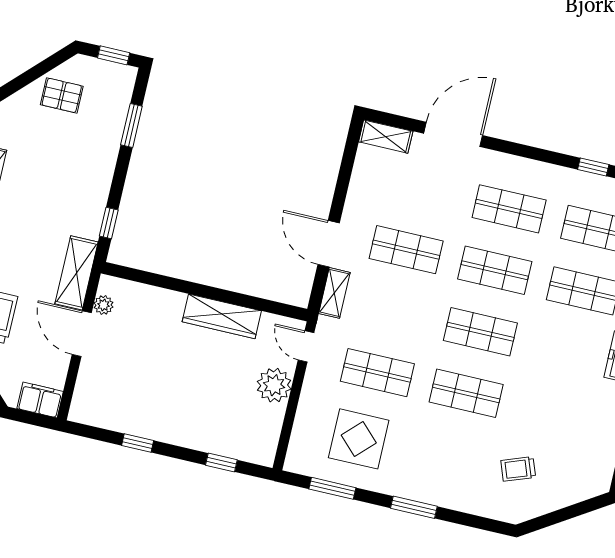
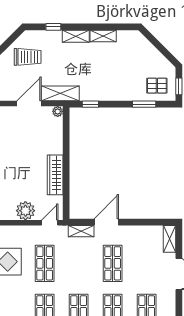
pallet: (62, 95) -> (157, 86), moved, turned 90
plant: (104, 305) -> (58, 111), moved

